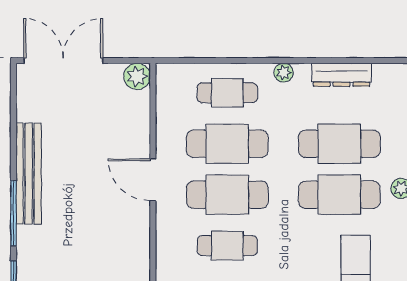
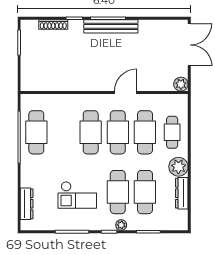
plant: (284, 73) -> (178, 167), width x1.88, depth x1.88
bench: (29, 174) -> (111, 26), moved
cafe table: (227, 246) -> (91, 132), width x1.37, depth x1.35

